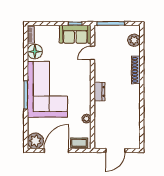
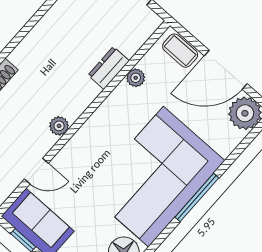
plant: (99, 77) -> (59, 126), added
dresser: (99, 91) -> (109, 68), moved

